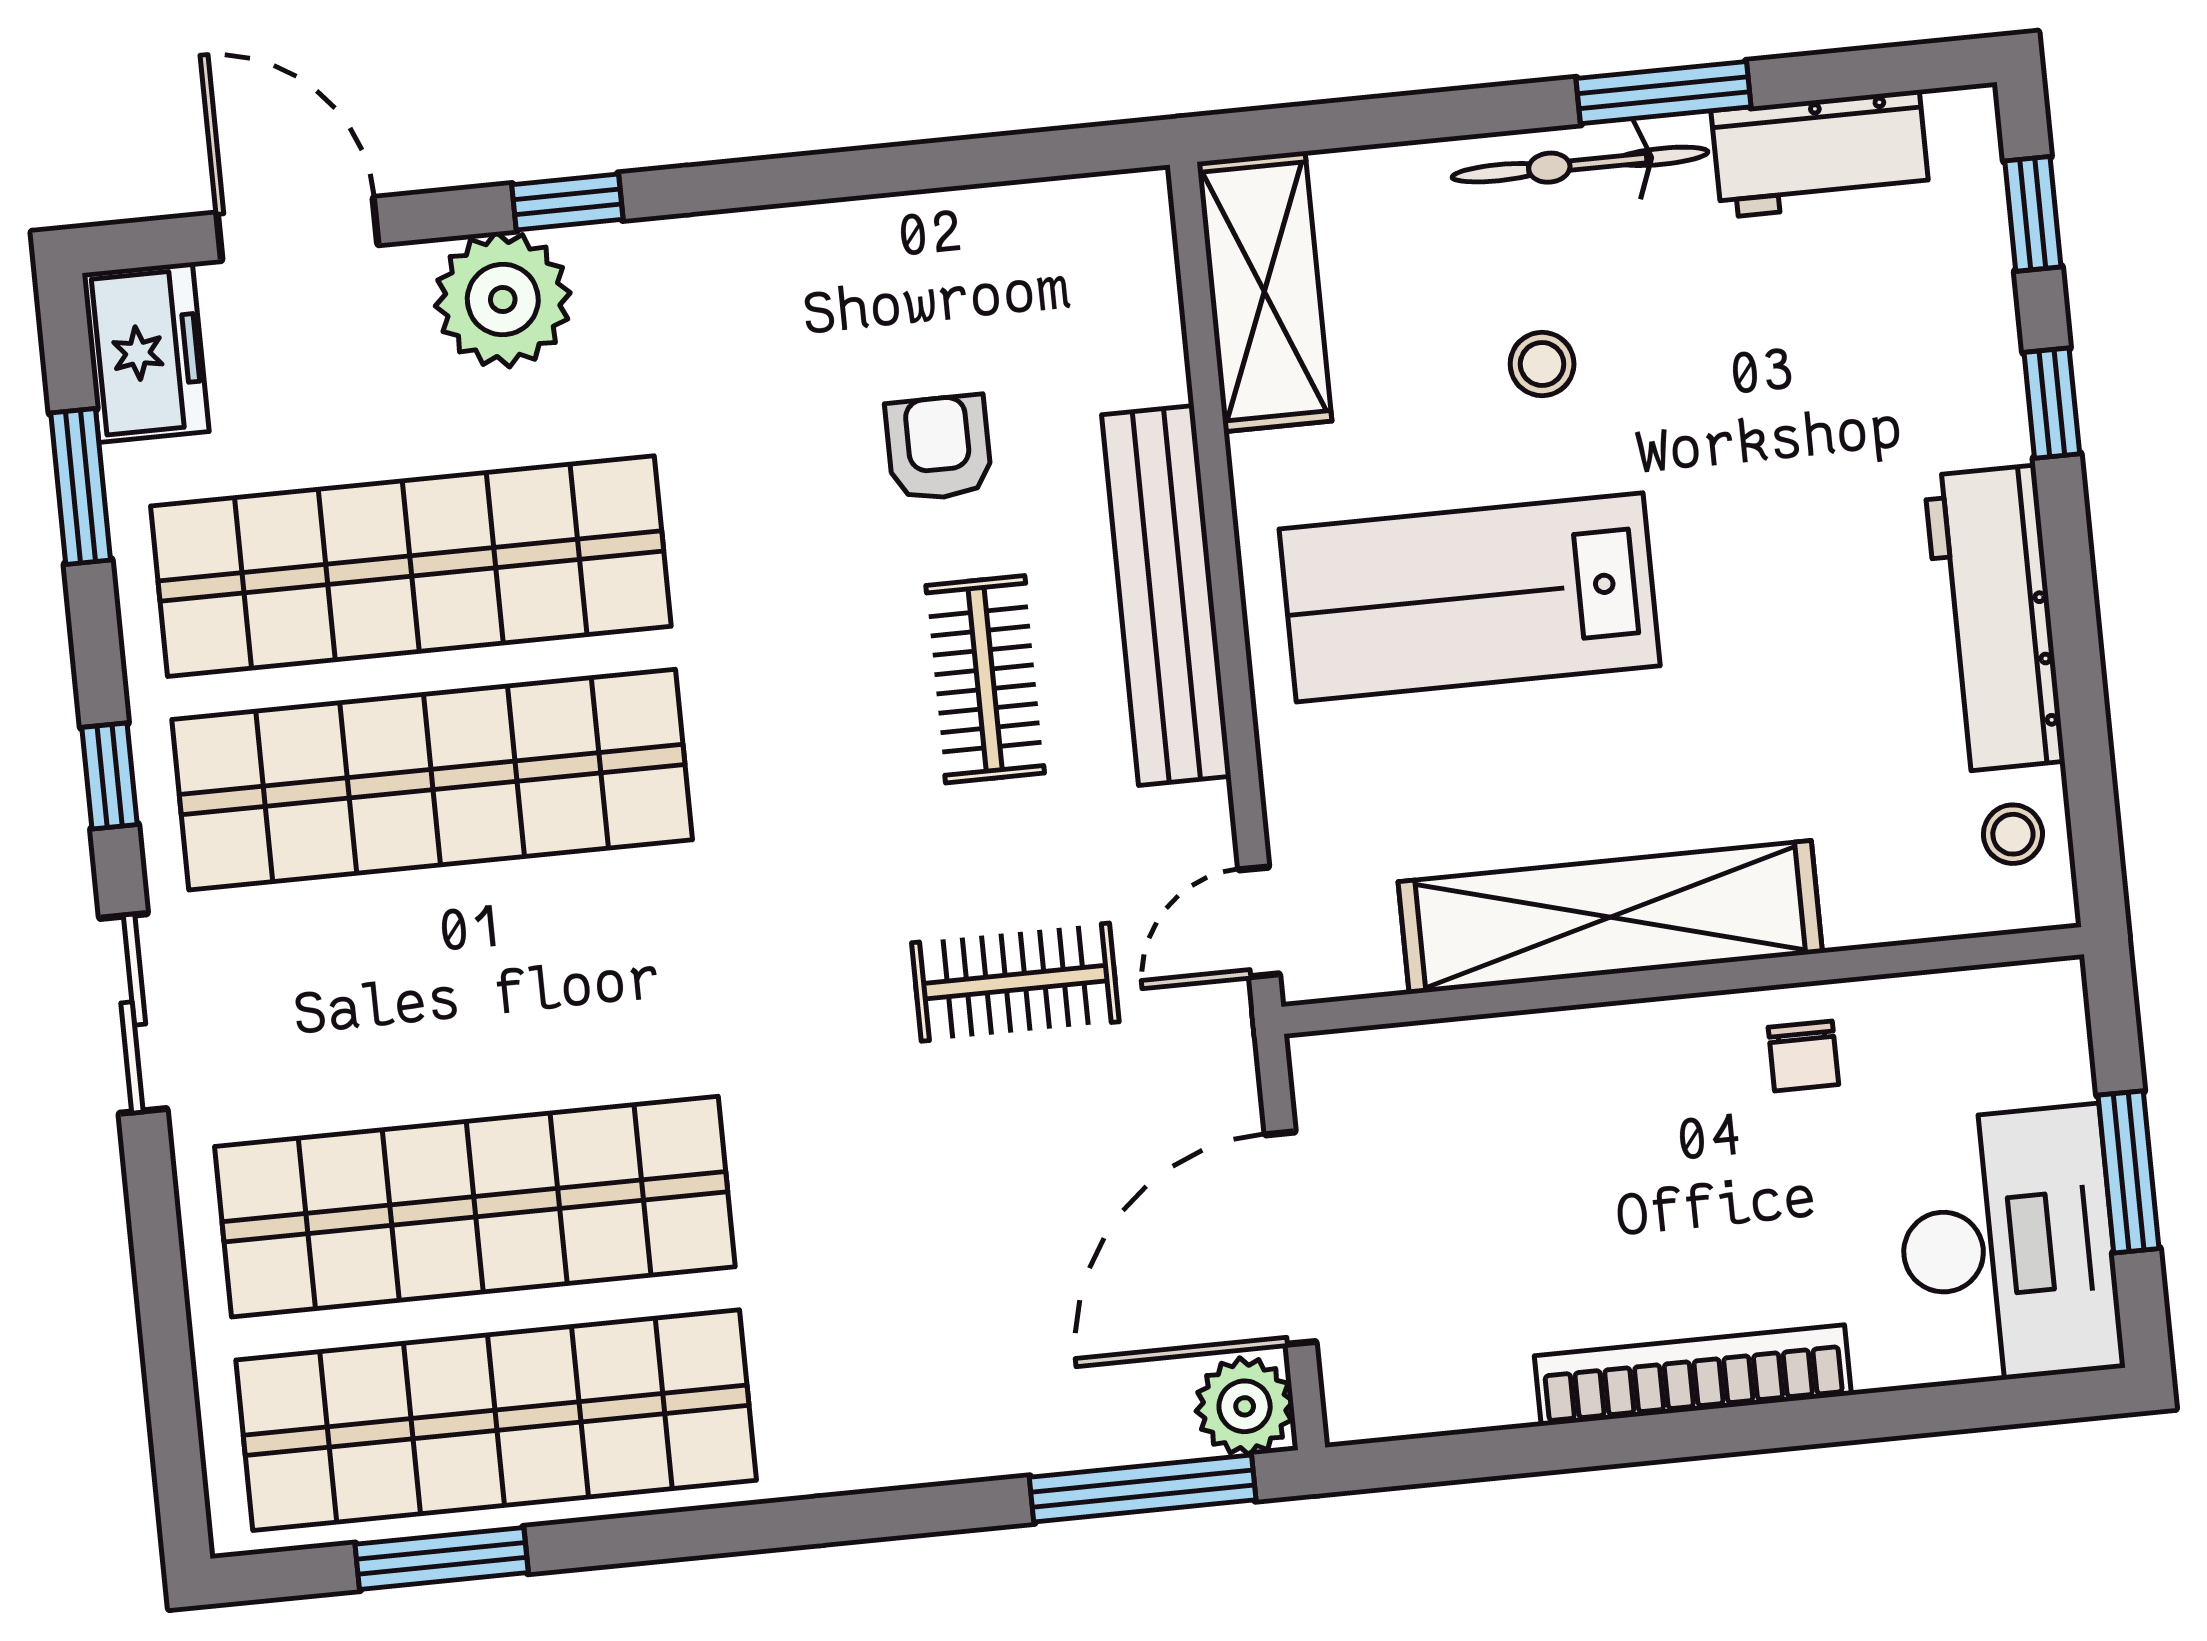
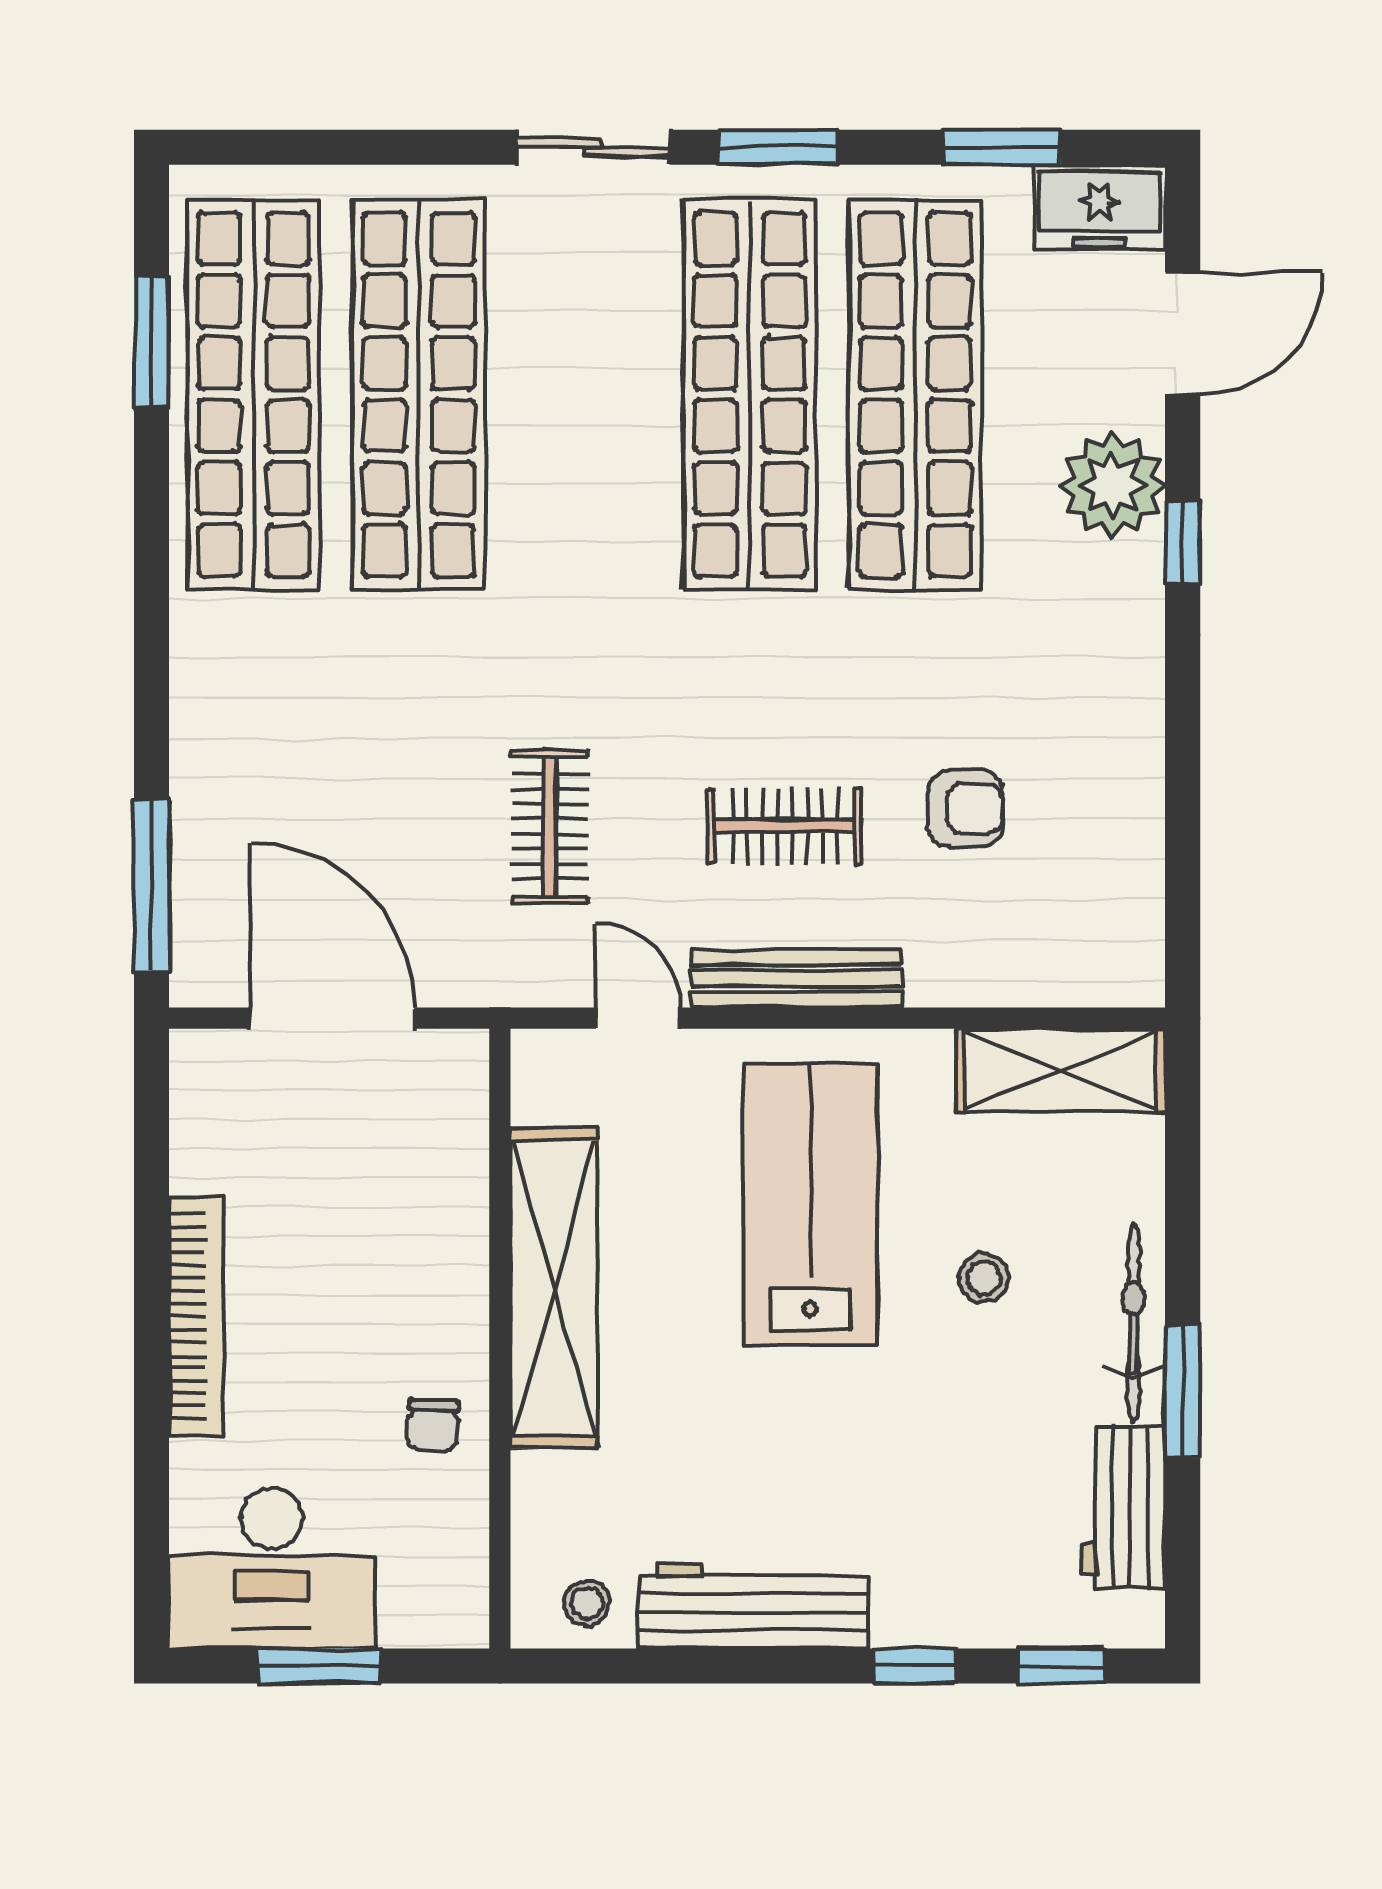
bench: (1166, 595) -> (796, 978), width x0.73, depth x0.82
window: (109, 776) -> (777, 147), width x1.50
door: (1259, 922) -> (638, 1018), moved
chair: (1803, 1056) -> (433, 1425), turned -87
plant: (1245, 1406) -> (207, 970), removed

